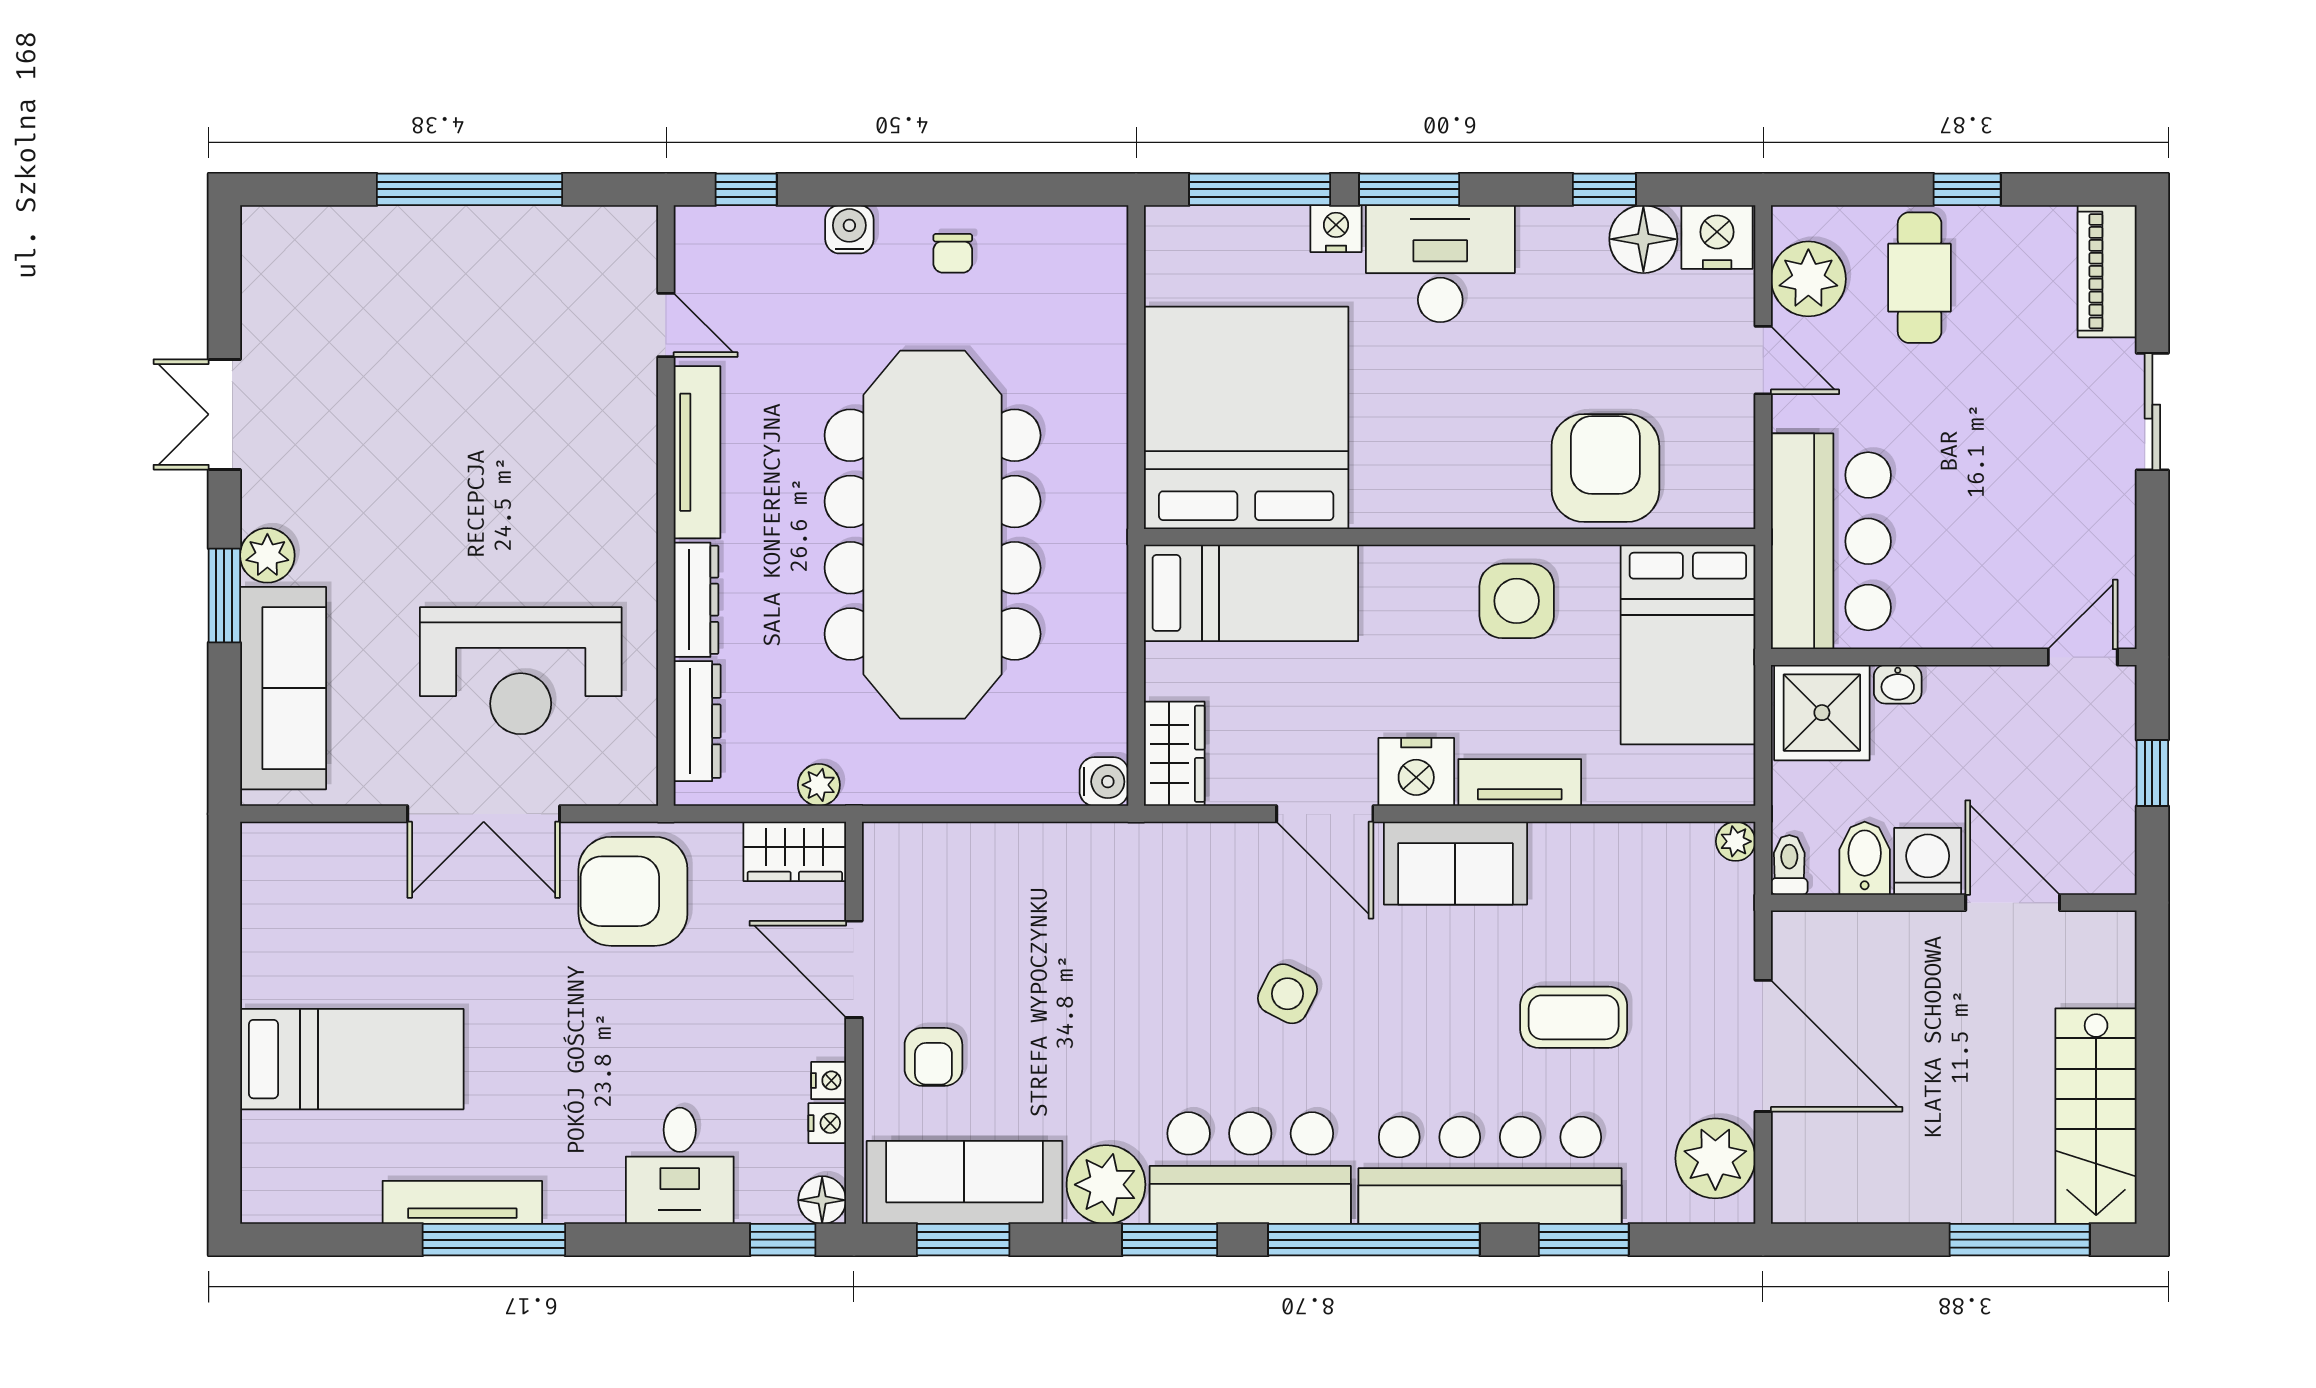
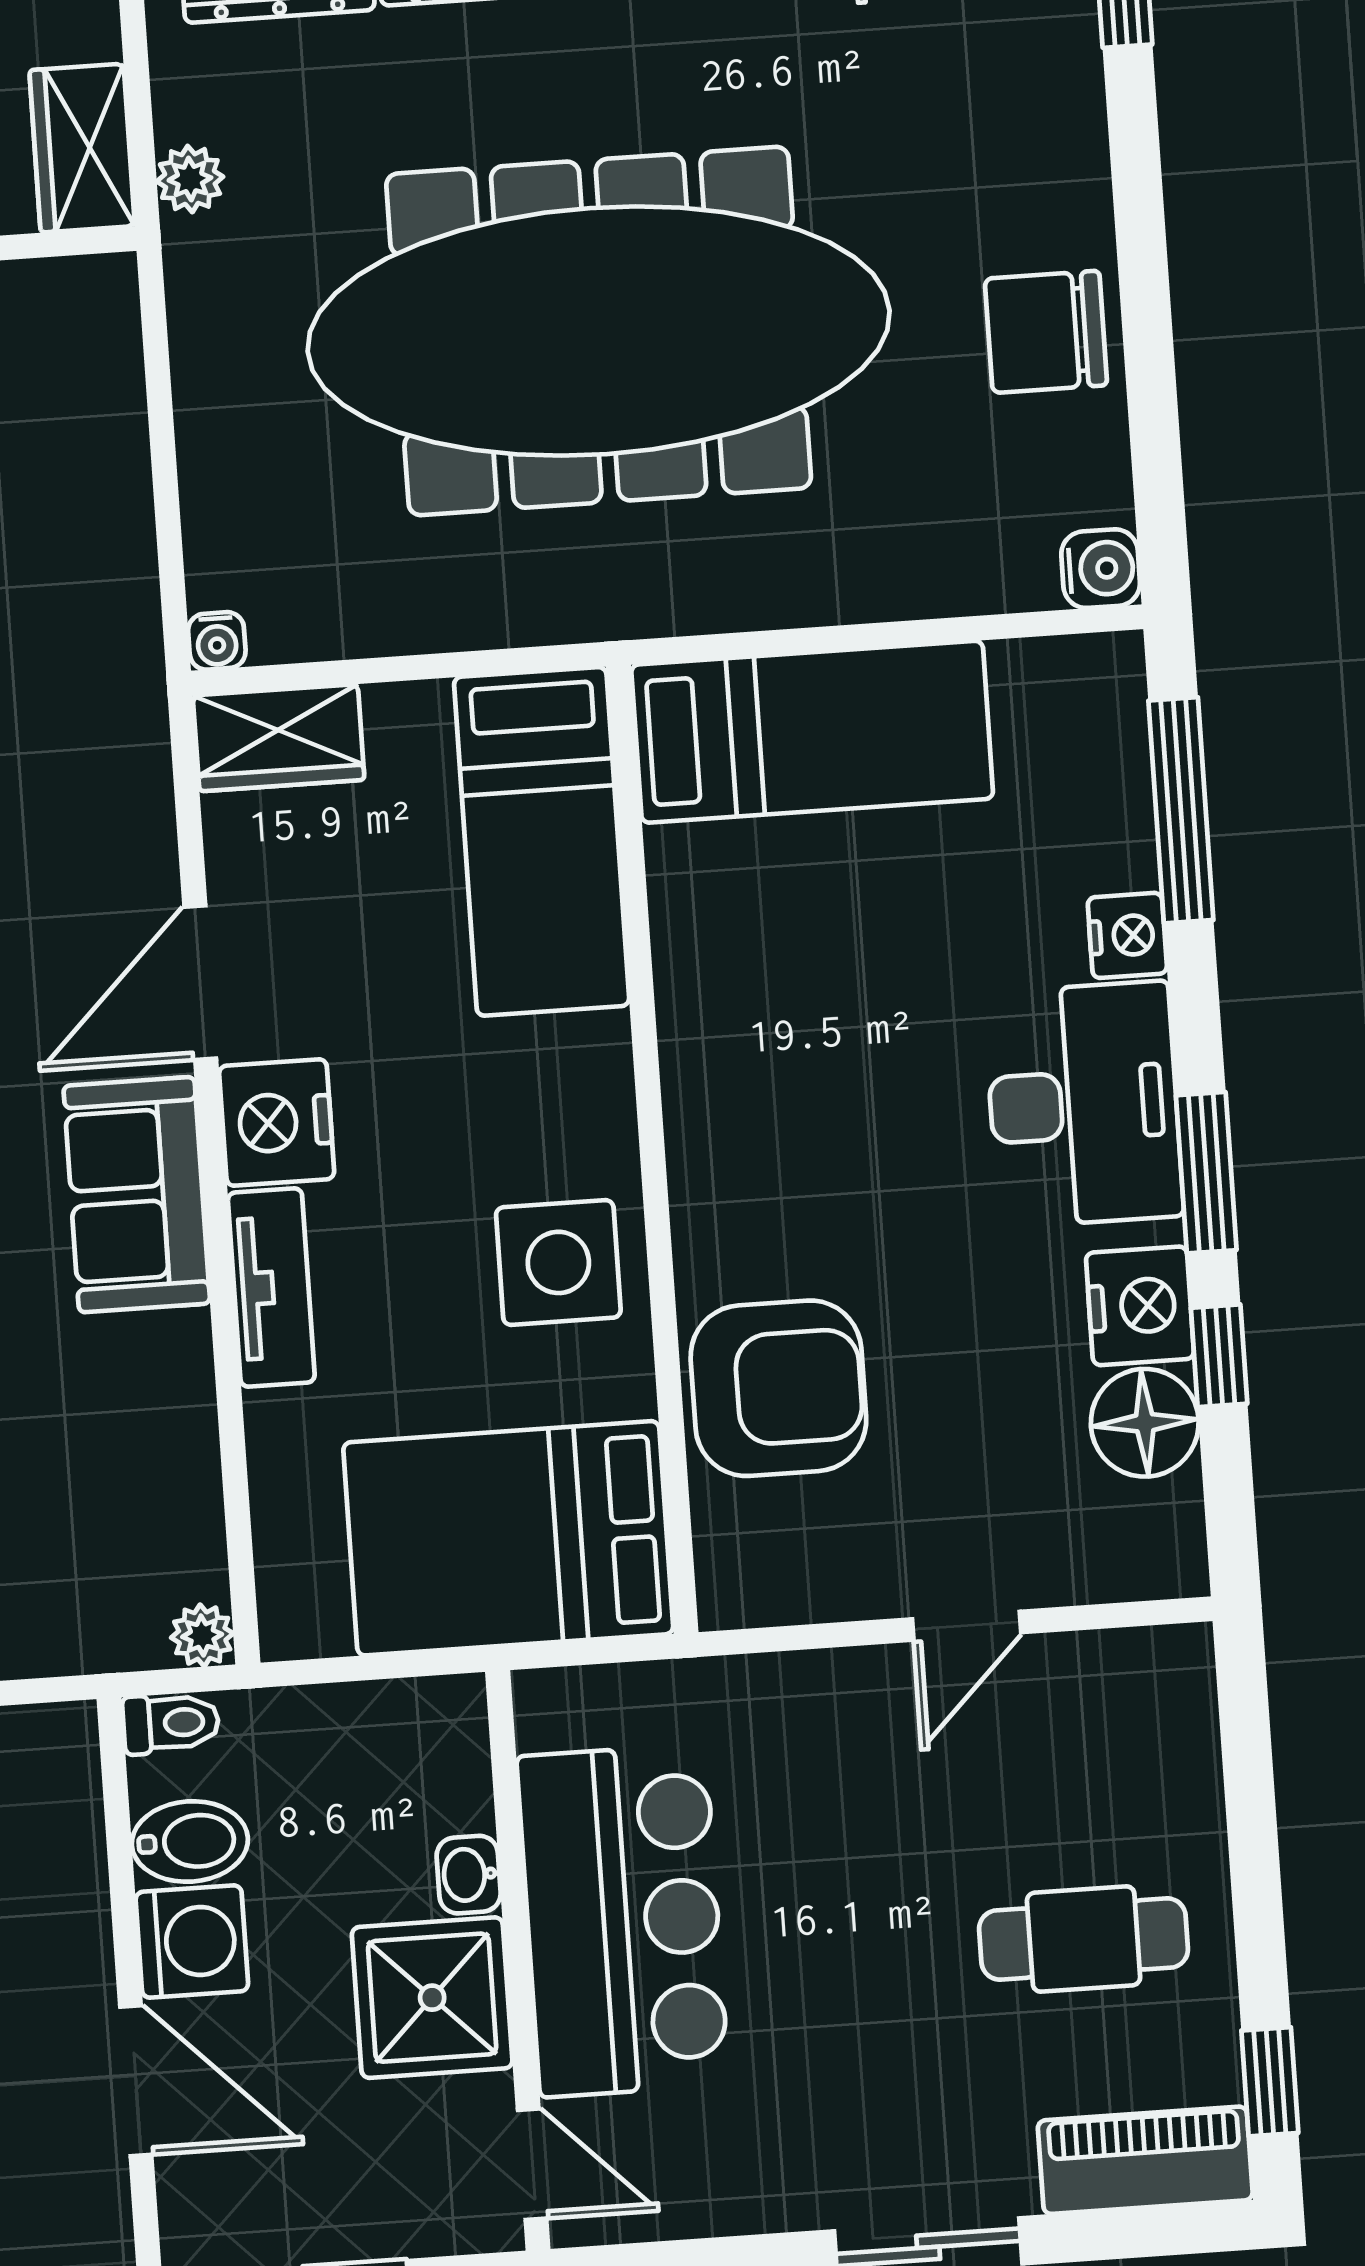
window: (1409, 189) -> (1206, 1173), moved
window: (1967, 189) -> (1270, 2082), moved
water cooler: (849, 229) -> (1101, 569), moved
nightstand: (1717, 237) -> (1140, 1306), moved
chair: (953, 253) -> (1046, 332), width x1.87, depth x1.87
cafe table: (1920, 278) -> (1084, 1939), moved
plant: (1808, 279) -> (1100, 1688), removed
bed: (1246, 418) -> (812, 732), width x0.49
bar counter: (1831, 541) -> (623, 1921), moved, turned -90
shower: (1822, 713) -> (432, 1998), moved
water cooler: (1104, 782) -> (217, 641), width x0.72, depth x0.72
door: (2013, 903) -> (136, 2081), hinge flipped

